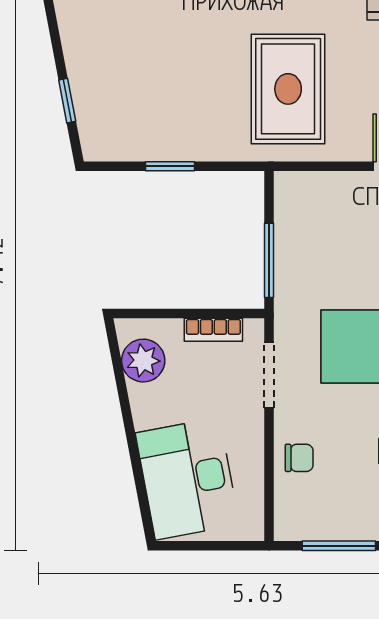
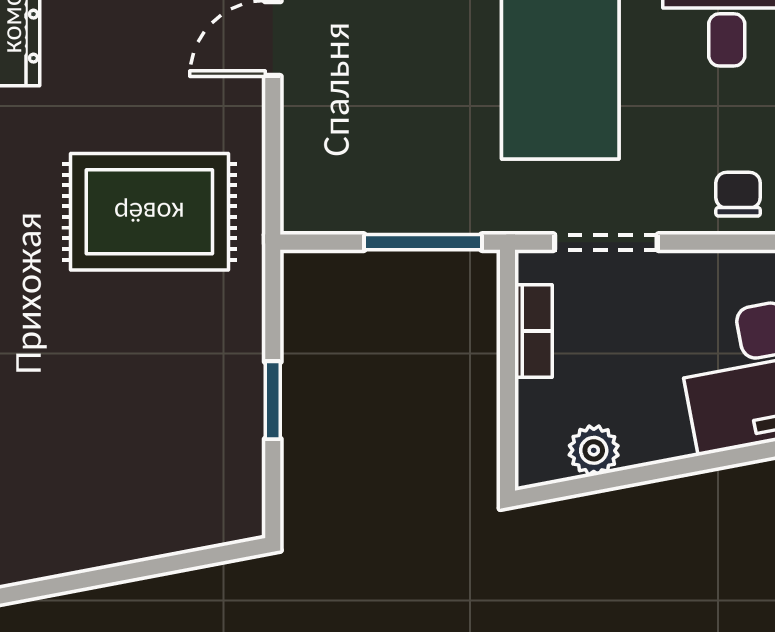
window: (67, 101) -> (168, 564), removed
plant: (143, 361) -> (594, 450), width x0.73, depth x0.73

